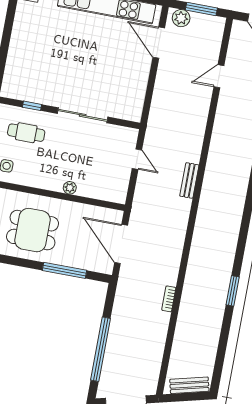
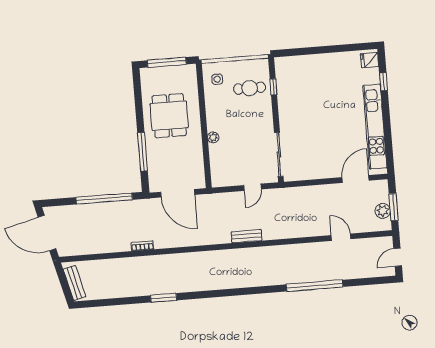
plant: (181, 18) -> (383, 211), moved
sliding door: (83, 115) -> (279, 154), moved
cafe table: (26, 133) -> (250, 88), turned 90
door: (121, 244) -> (178, 193), swing flipped
window: (101, 349) -> (104, 198), moved

